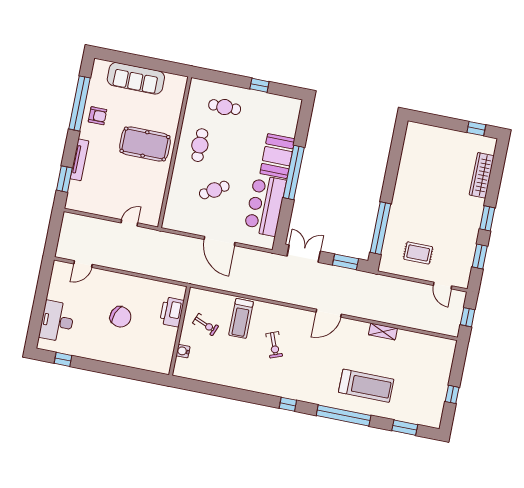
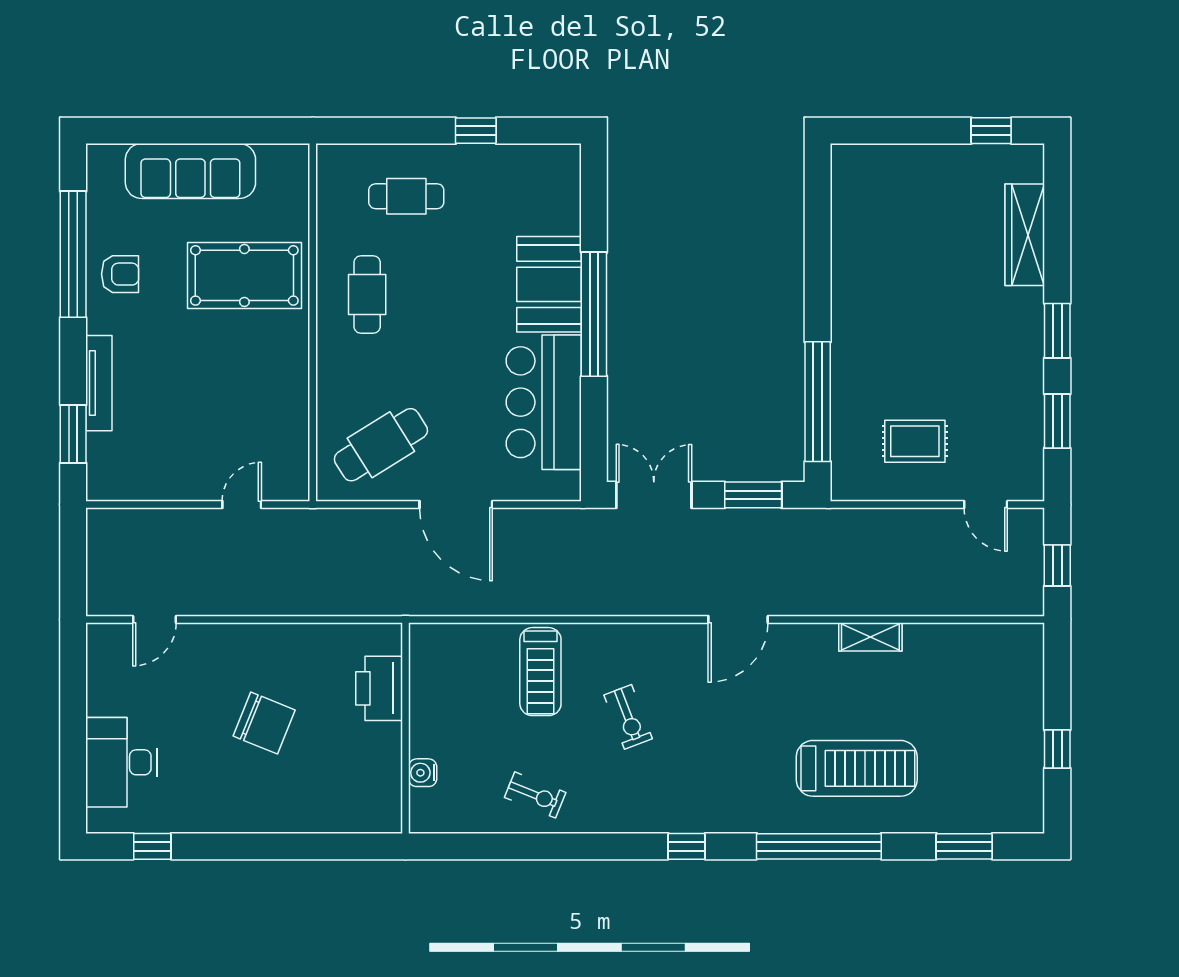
pool table: (145, 144) -> (244, 275), moved
cafe table: (214, 190) -> (381, 445), moved, width x1.37, depth x1.35
exercise bike: (205, 325) -> (535, 795), moved

